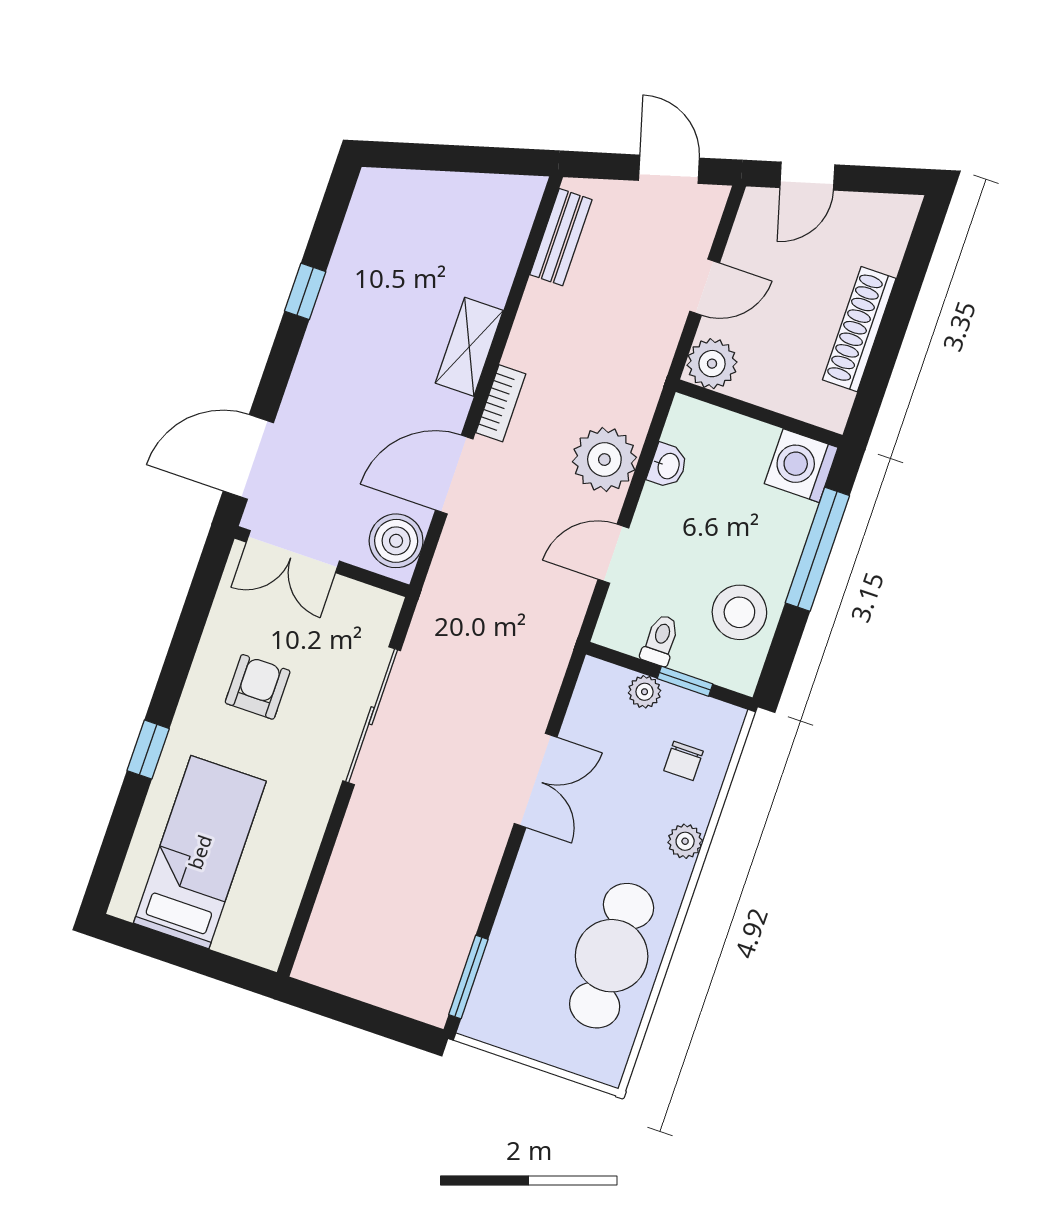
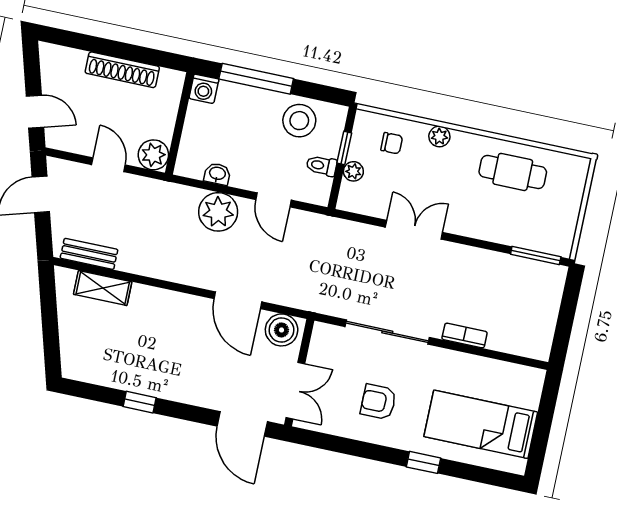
shelving: (469, 347) -> (103, 288), moved
bookcase: (501, 403) -> (465, 336), moved
washing machine: (801, 466) -> (204, 89), width x0.73, depth x0.73
cafe table: (612, 956) -> (513, 172), width x0.73, depth x0.74

